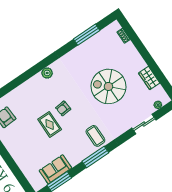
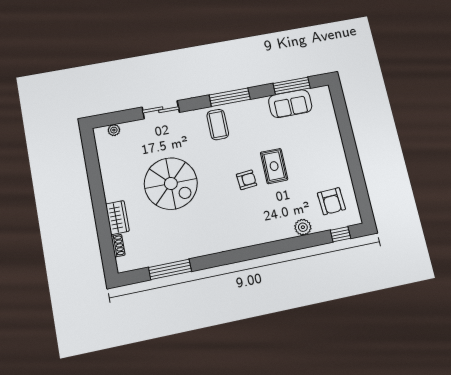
plant: (47, 73) -> (303, 227), moved
wardrobe: (149, 78) -> (117, 218), moved
sliding door: (144, 124) -> (161, 110), moved

